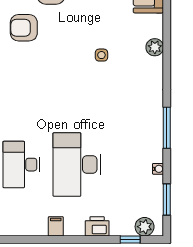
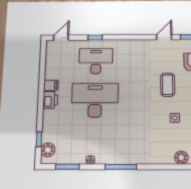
coffee table: (56, 65) -> (168, 85), added
printer: (97, 226) -> (50, 100), moved

